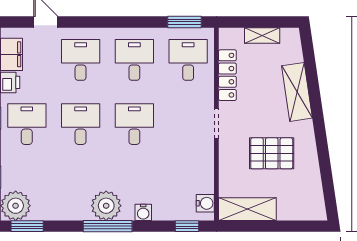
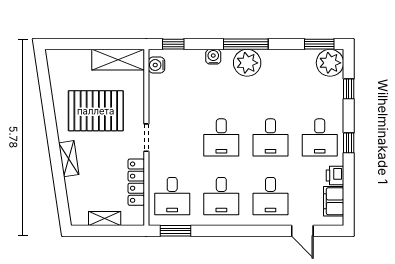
shelving: (297, 92) -> (69, 159), width x0.67, depth x0.75
pallet: (272, 153) -> (96, 111), width x1.37, depth x1.41

